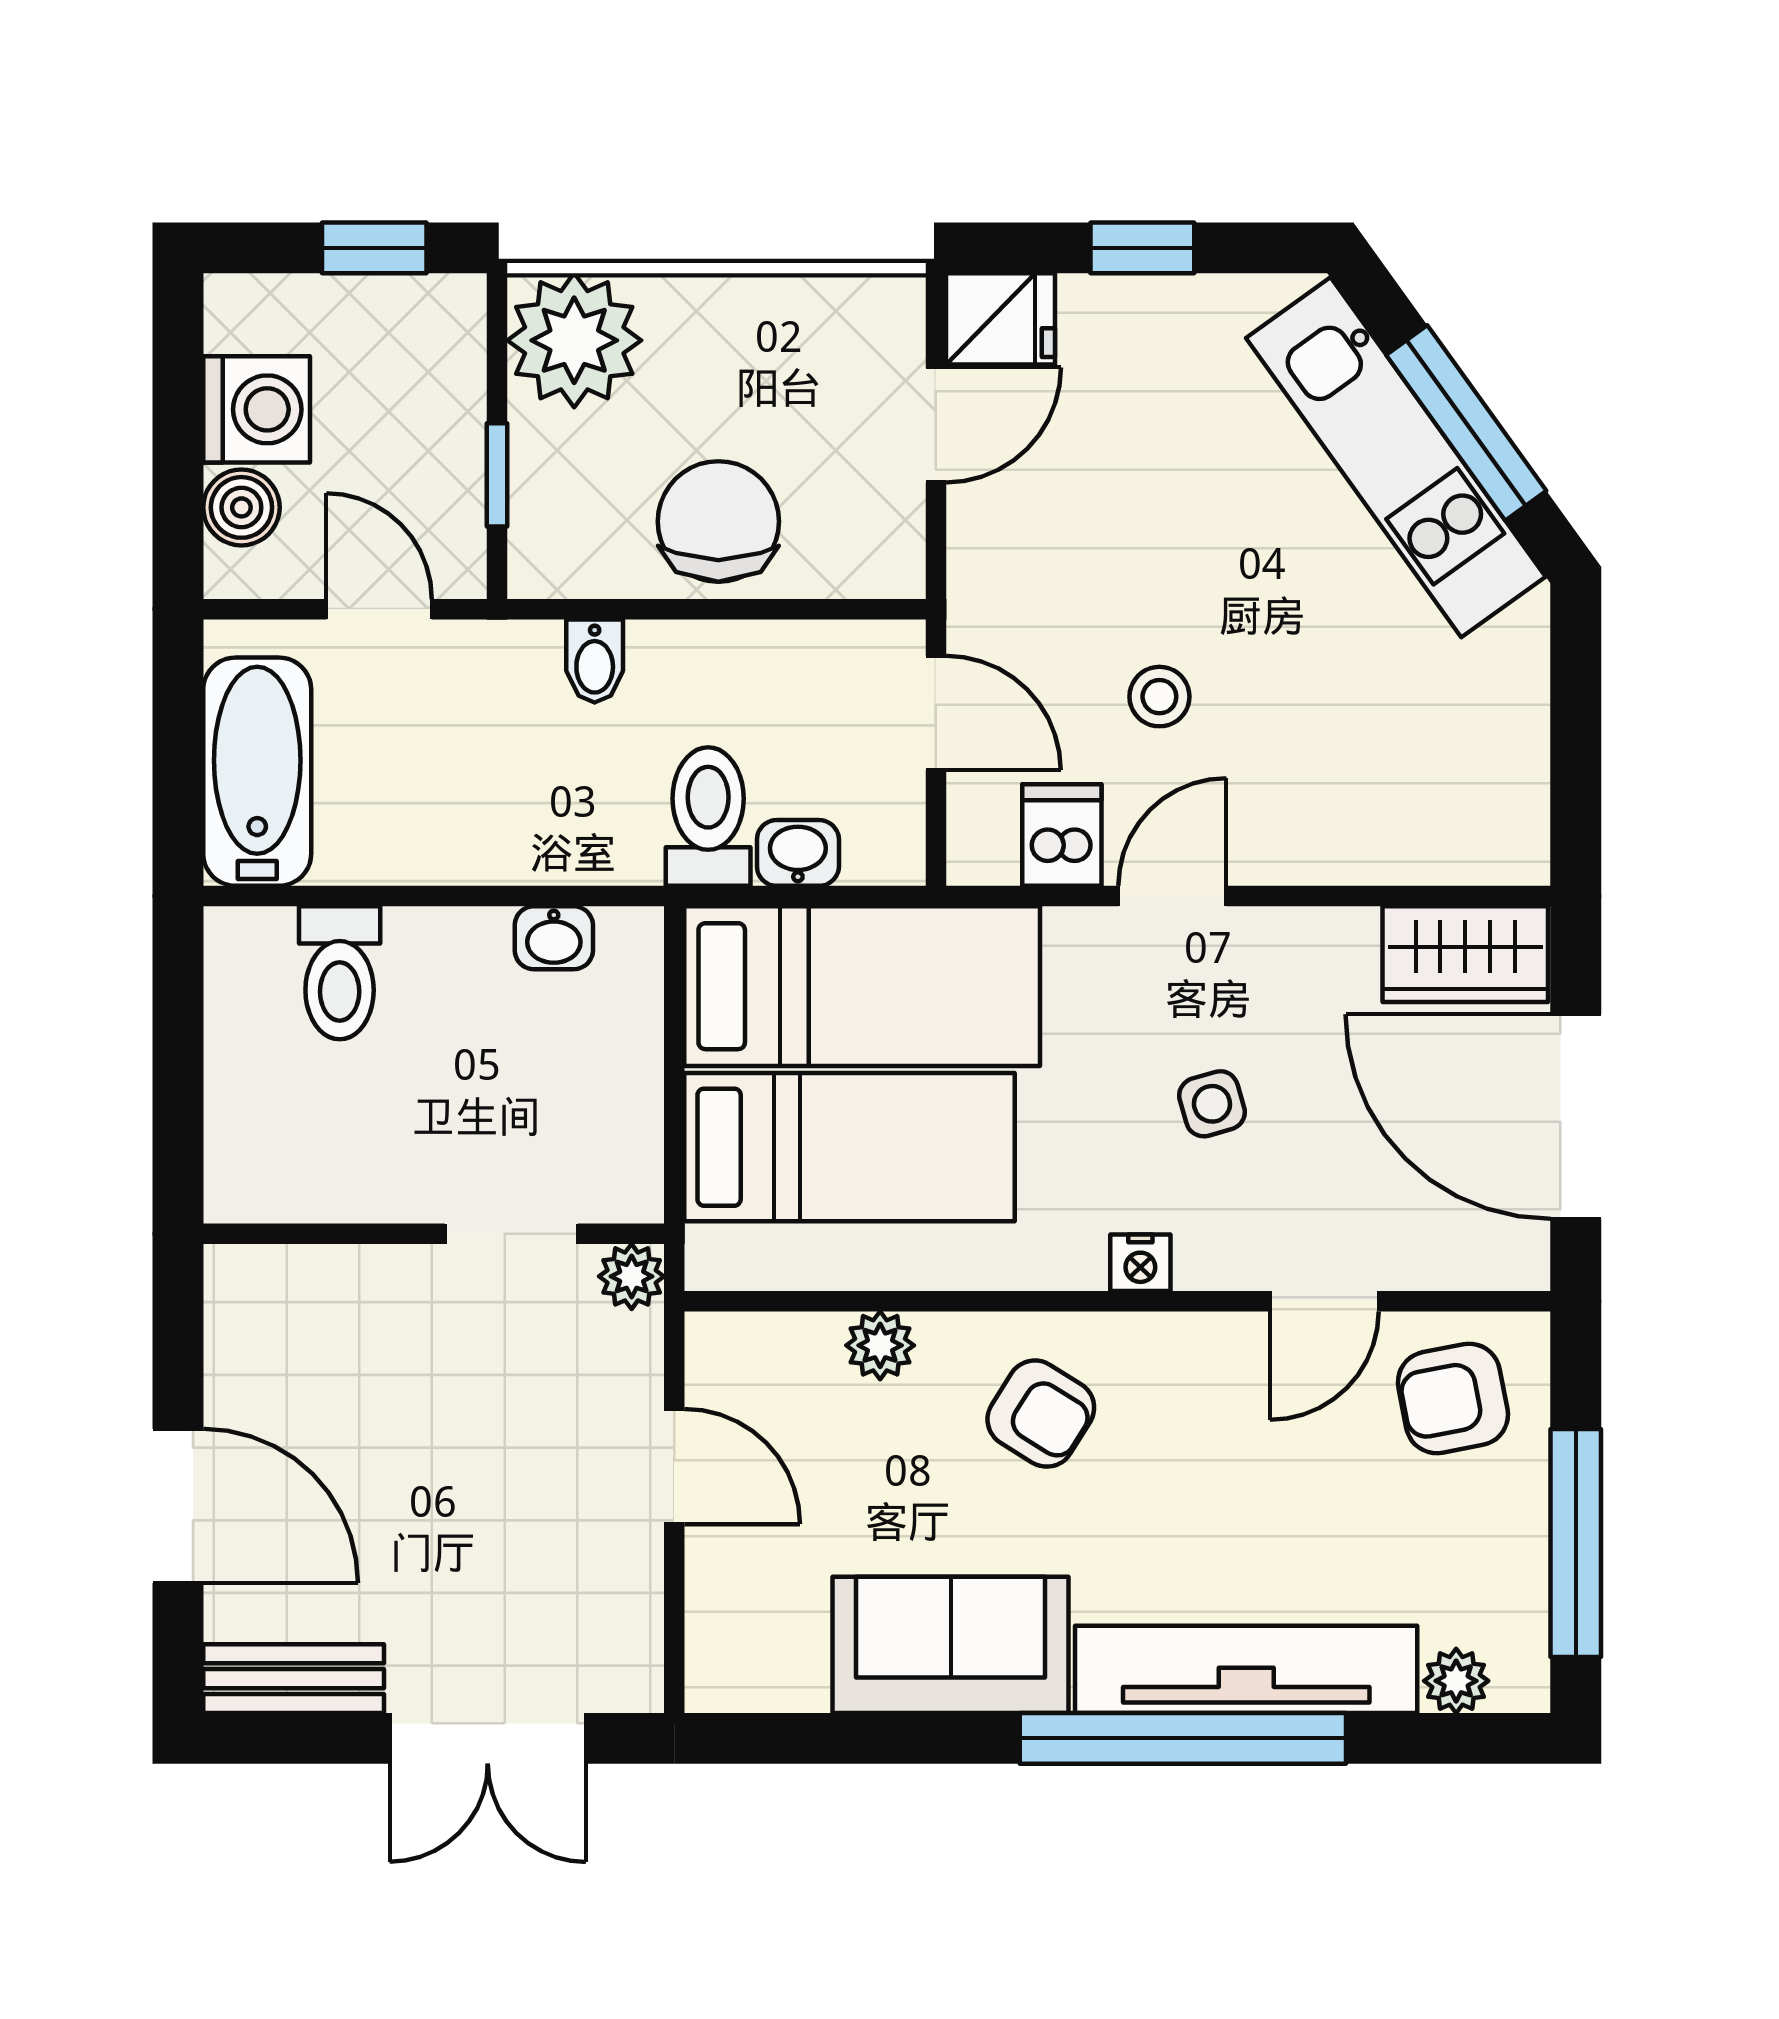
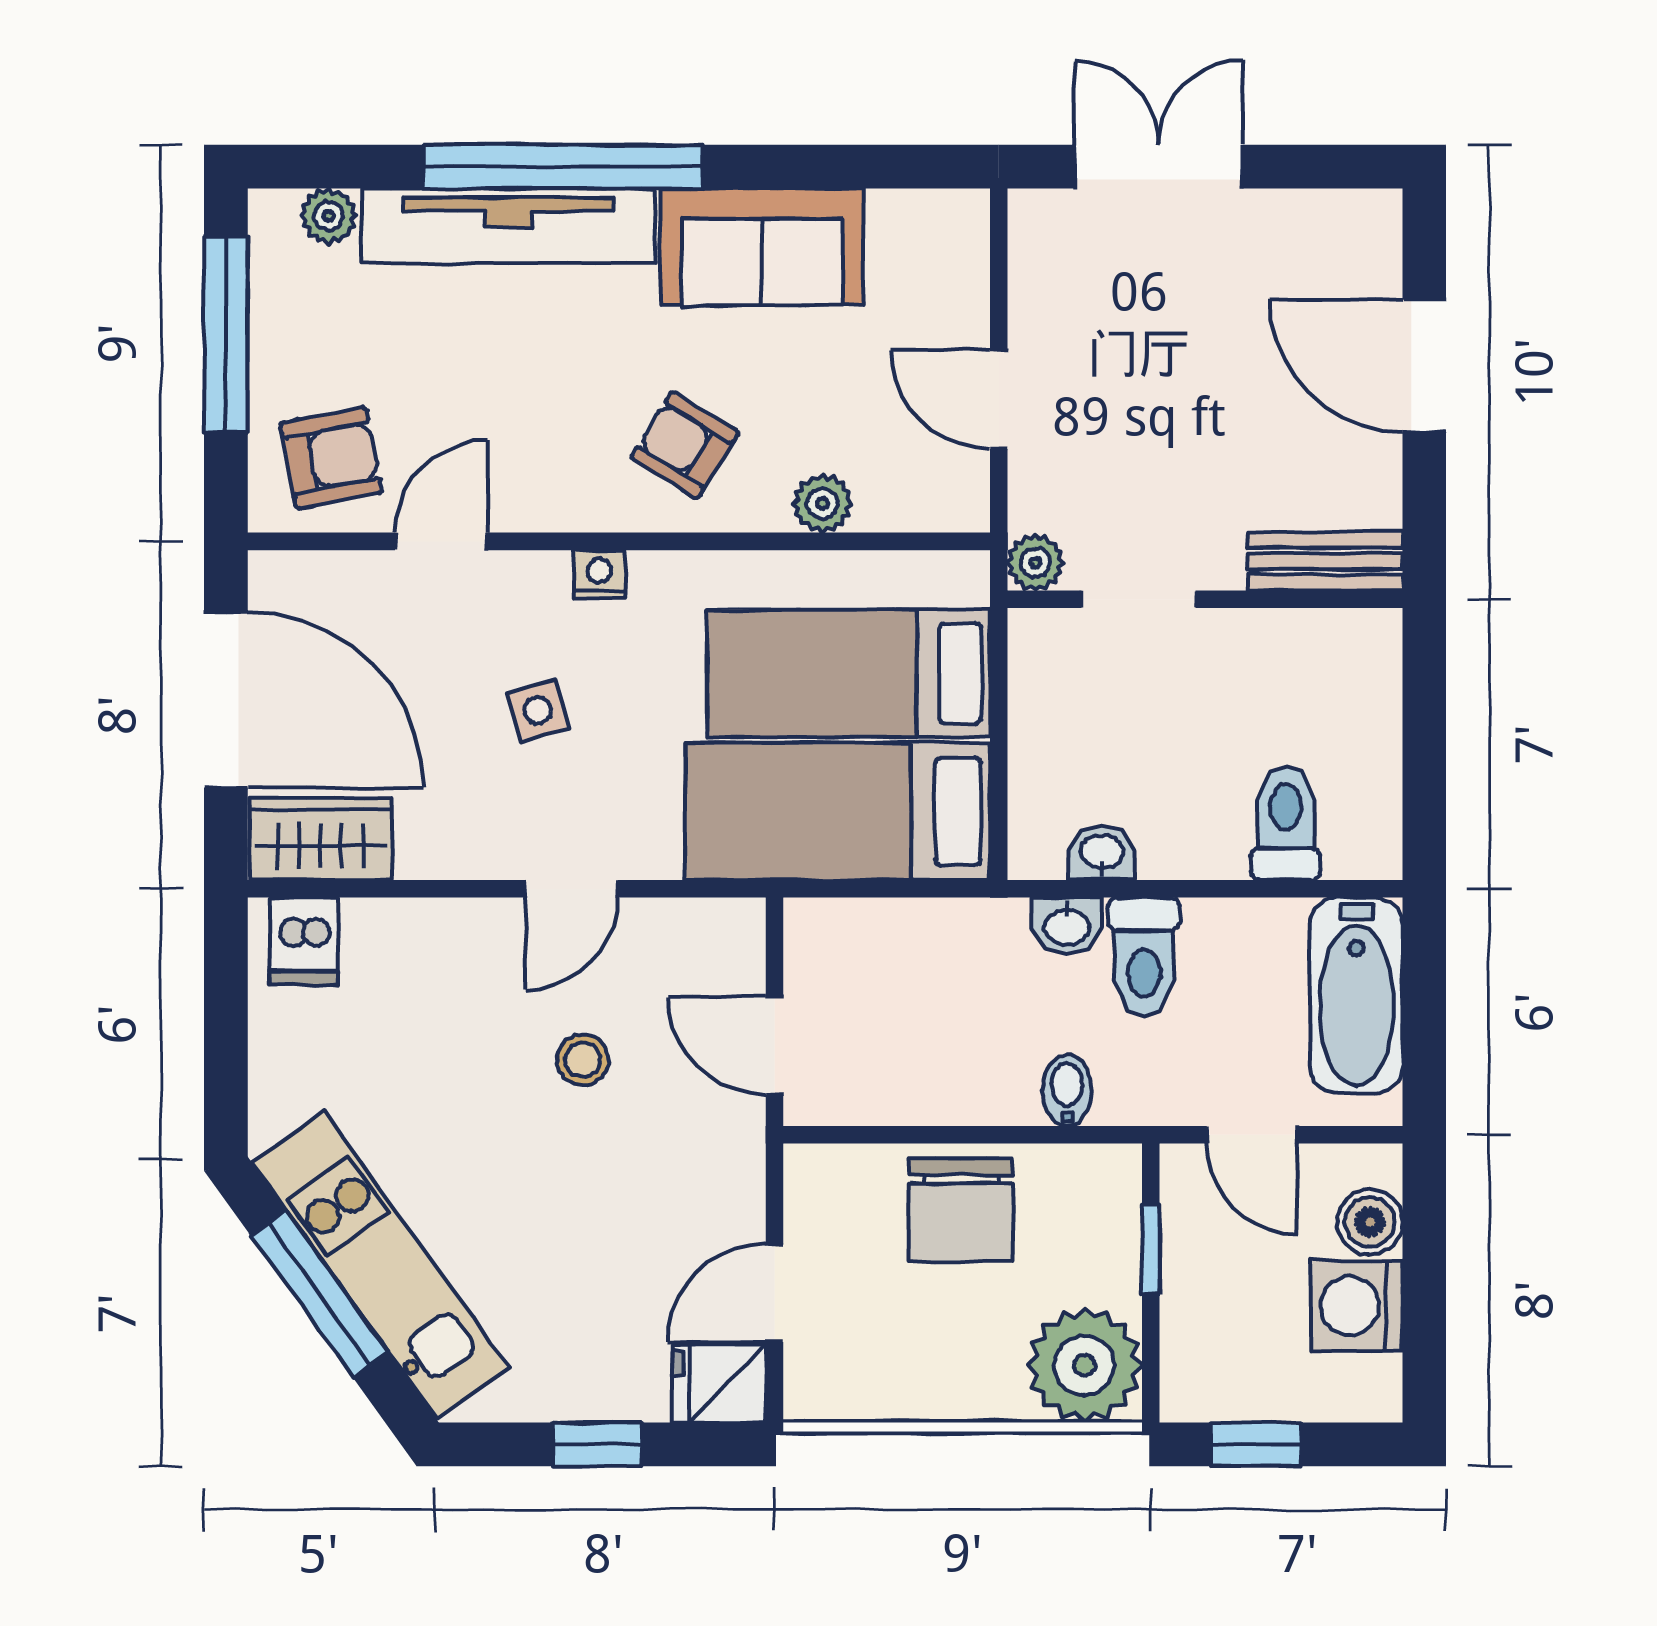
toilet: (708, 817) -> (1144, 957), moved
dishwasher: (1062, 835) -> (304, 941), moved
washbasin: (798, 853) -> (1067, 926), moved
bench: (294, 1679) -> (1325, 561), moved

